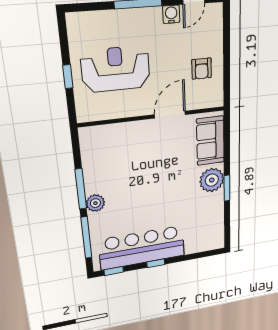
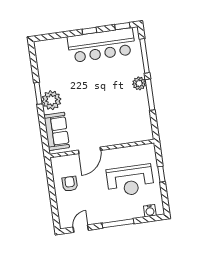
water cooler: (171, 14) -> (150, 211), moved

